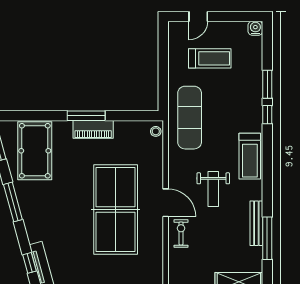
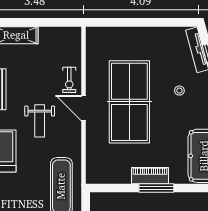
stool: (156, 131) -> (179, 91), moved
weight bench: (213, 189) -> (40, 121), turned 180

